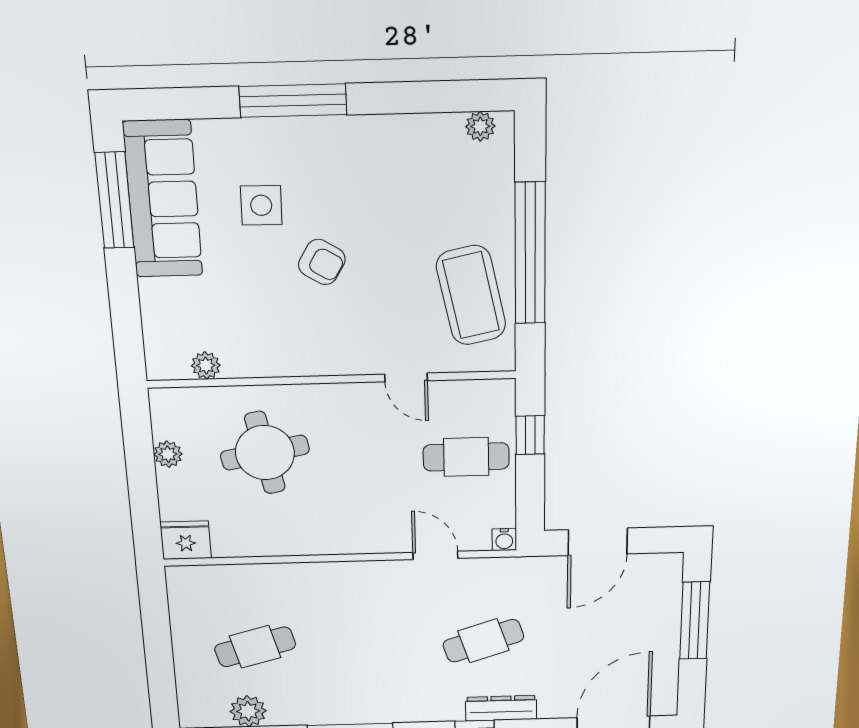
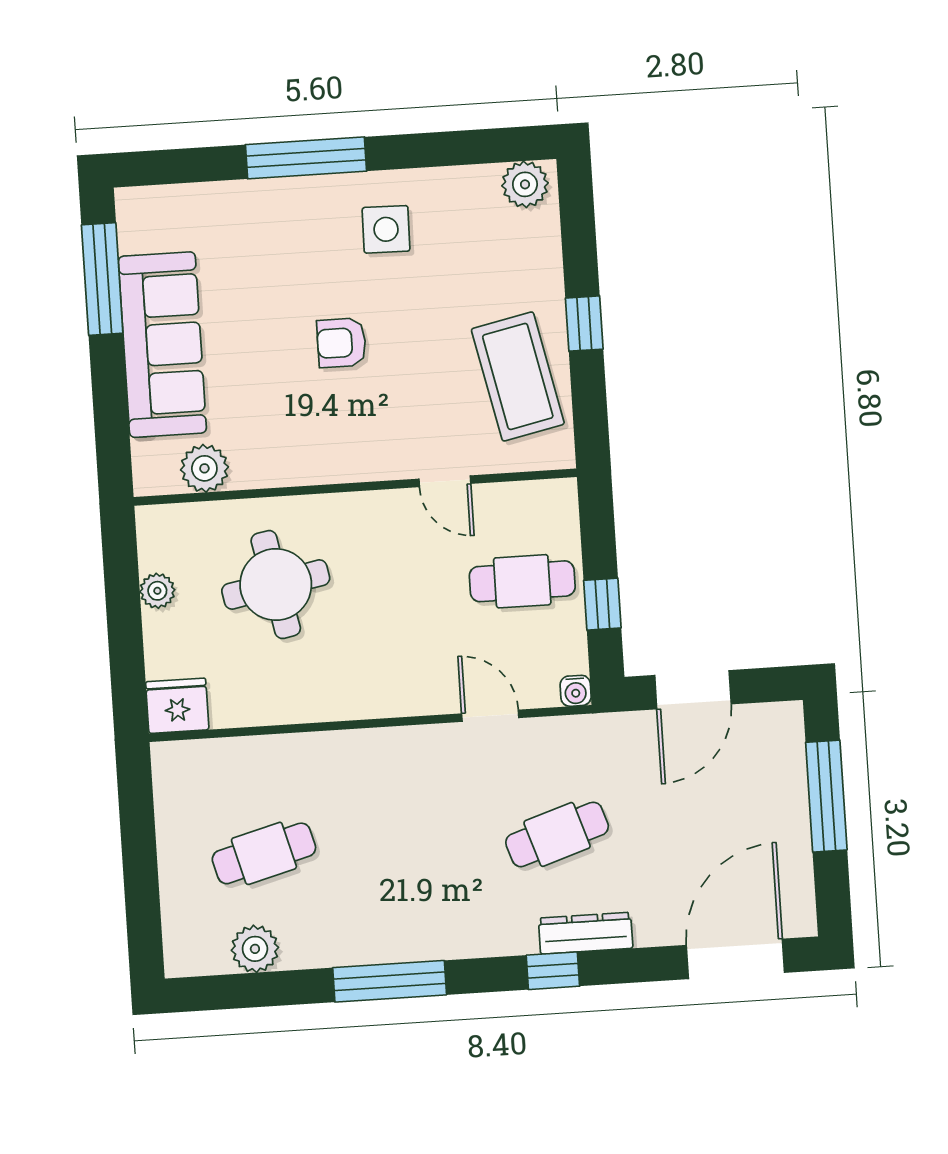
plant: (480, 126) -> (525, 184), width x1.38, depth x1.38
sofa: (163, 199) -> (162, 345), moved
side table: (261, 205) -> (386, 229), moved
window: (530, 254) -> (584, 324), width x0.32
armchair: (322, 262) -> (341, 343), turned 149
plant: (206, 365) -> (204, 468), width x1.38, depth x1.38
window: (530, 435) -> (602, 604), moved

